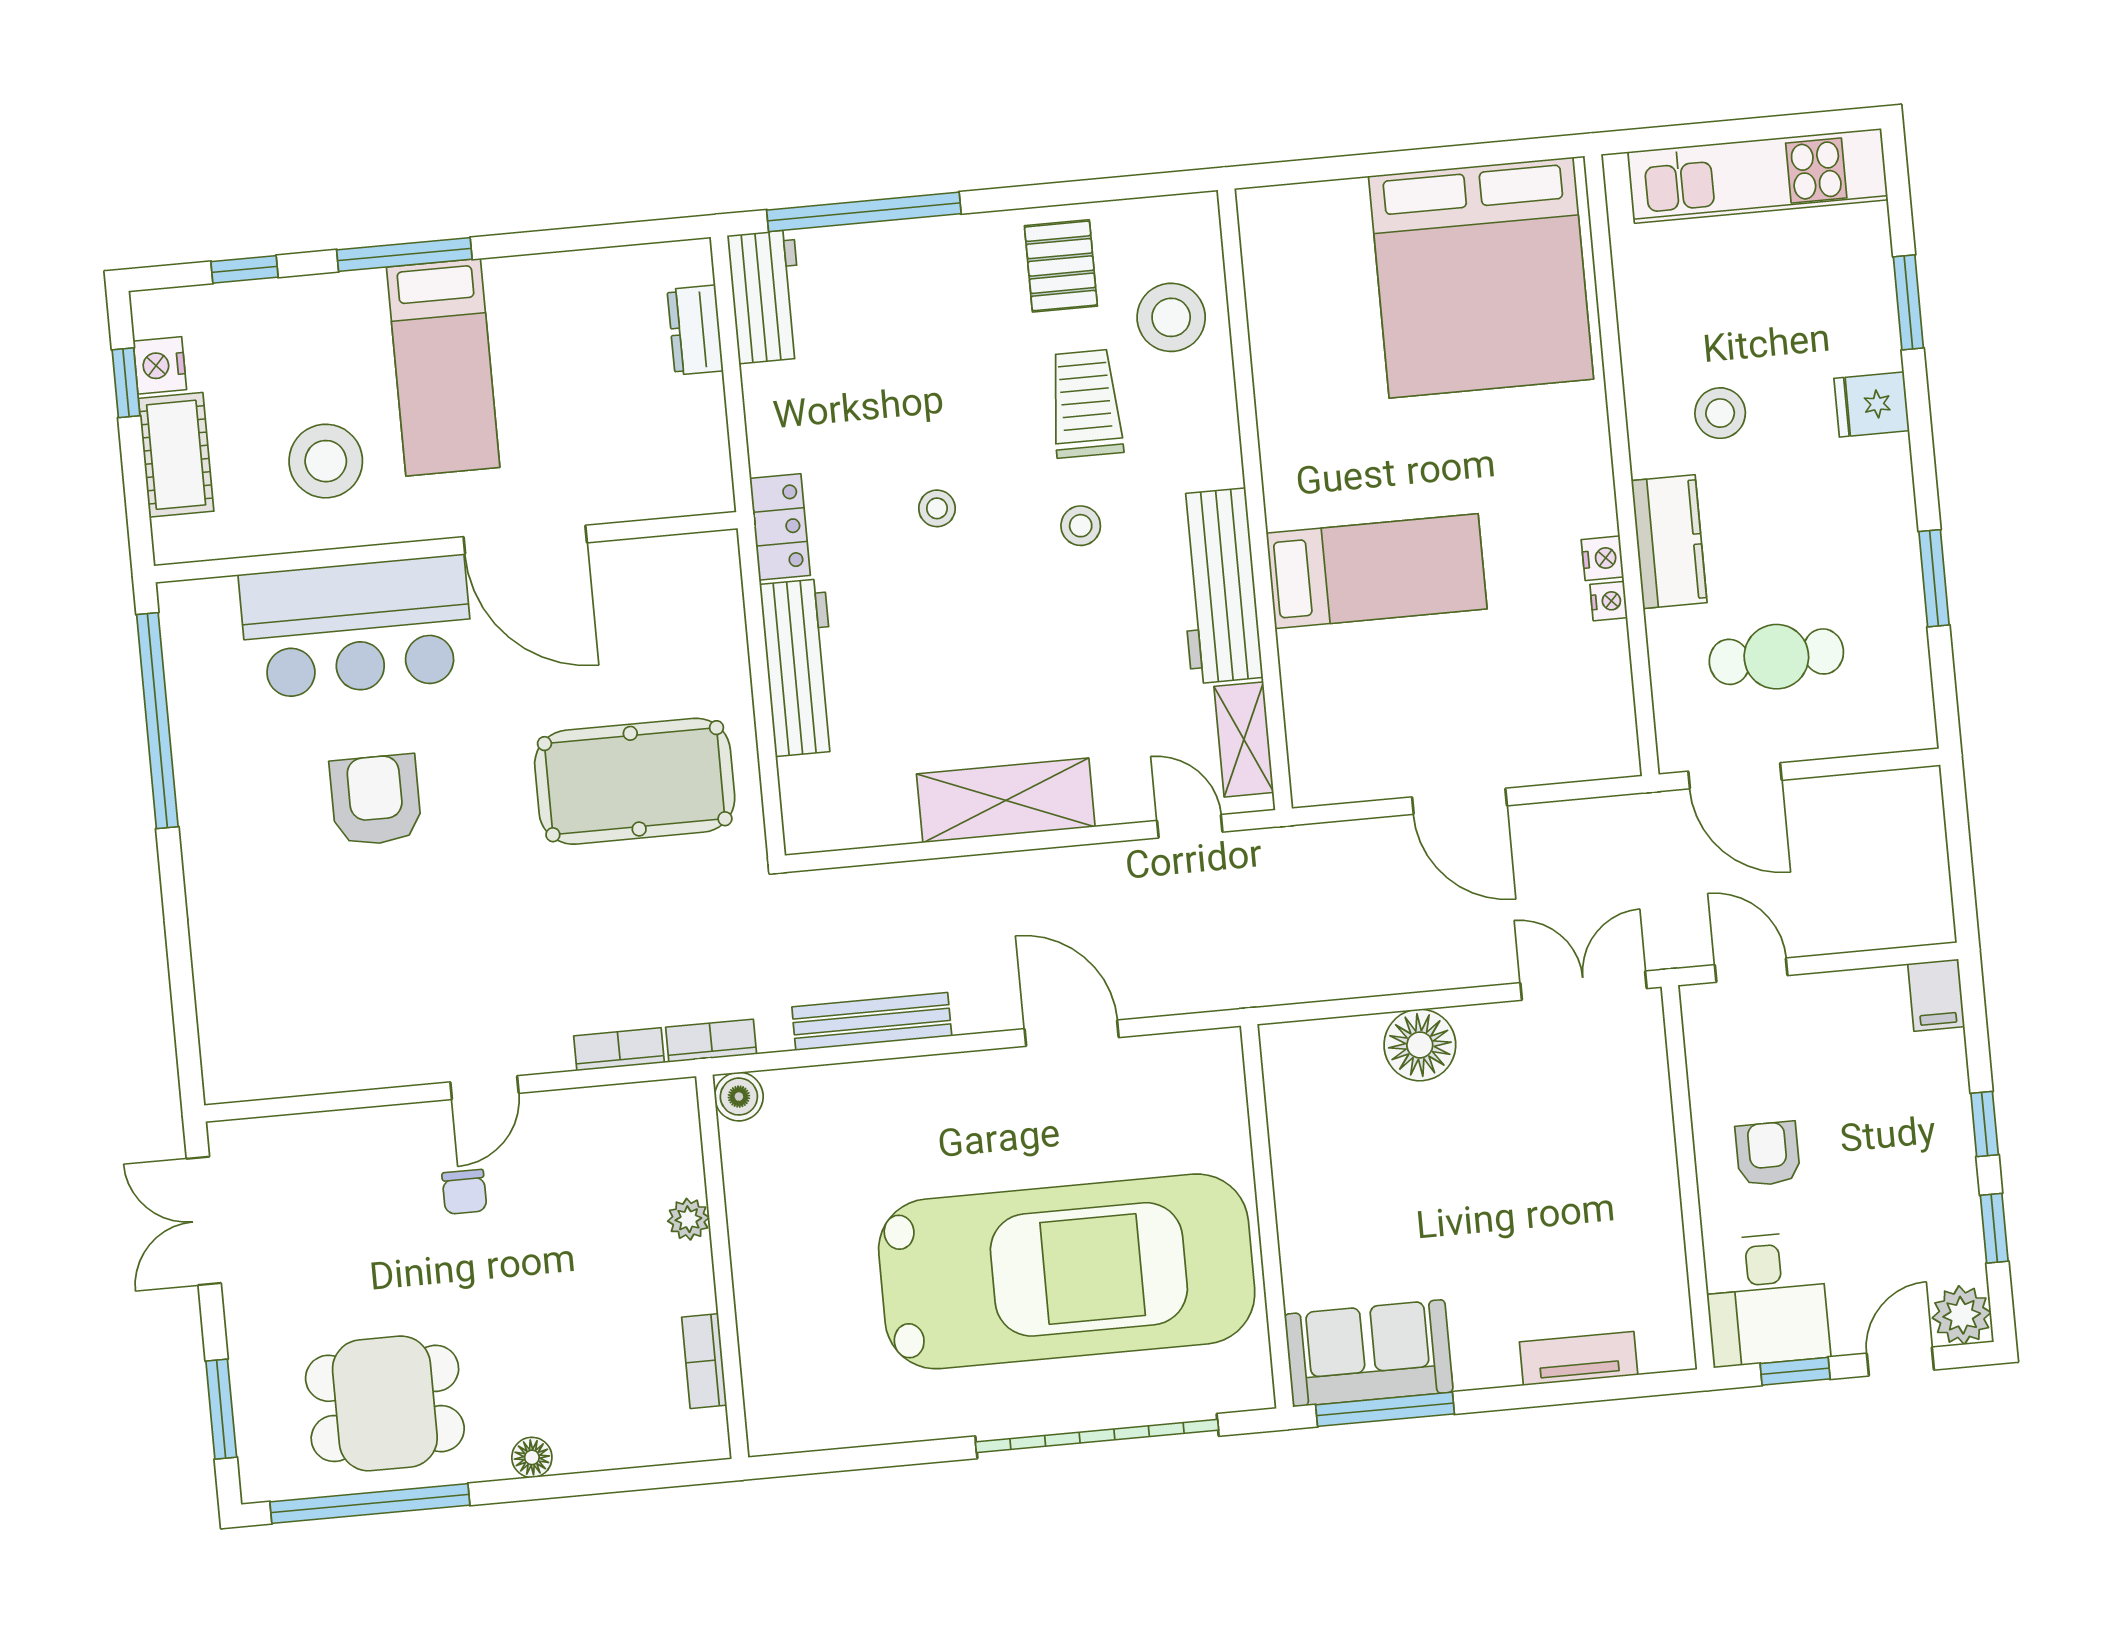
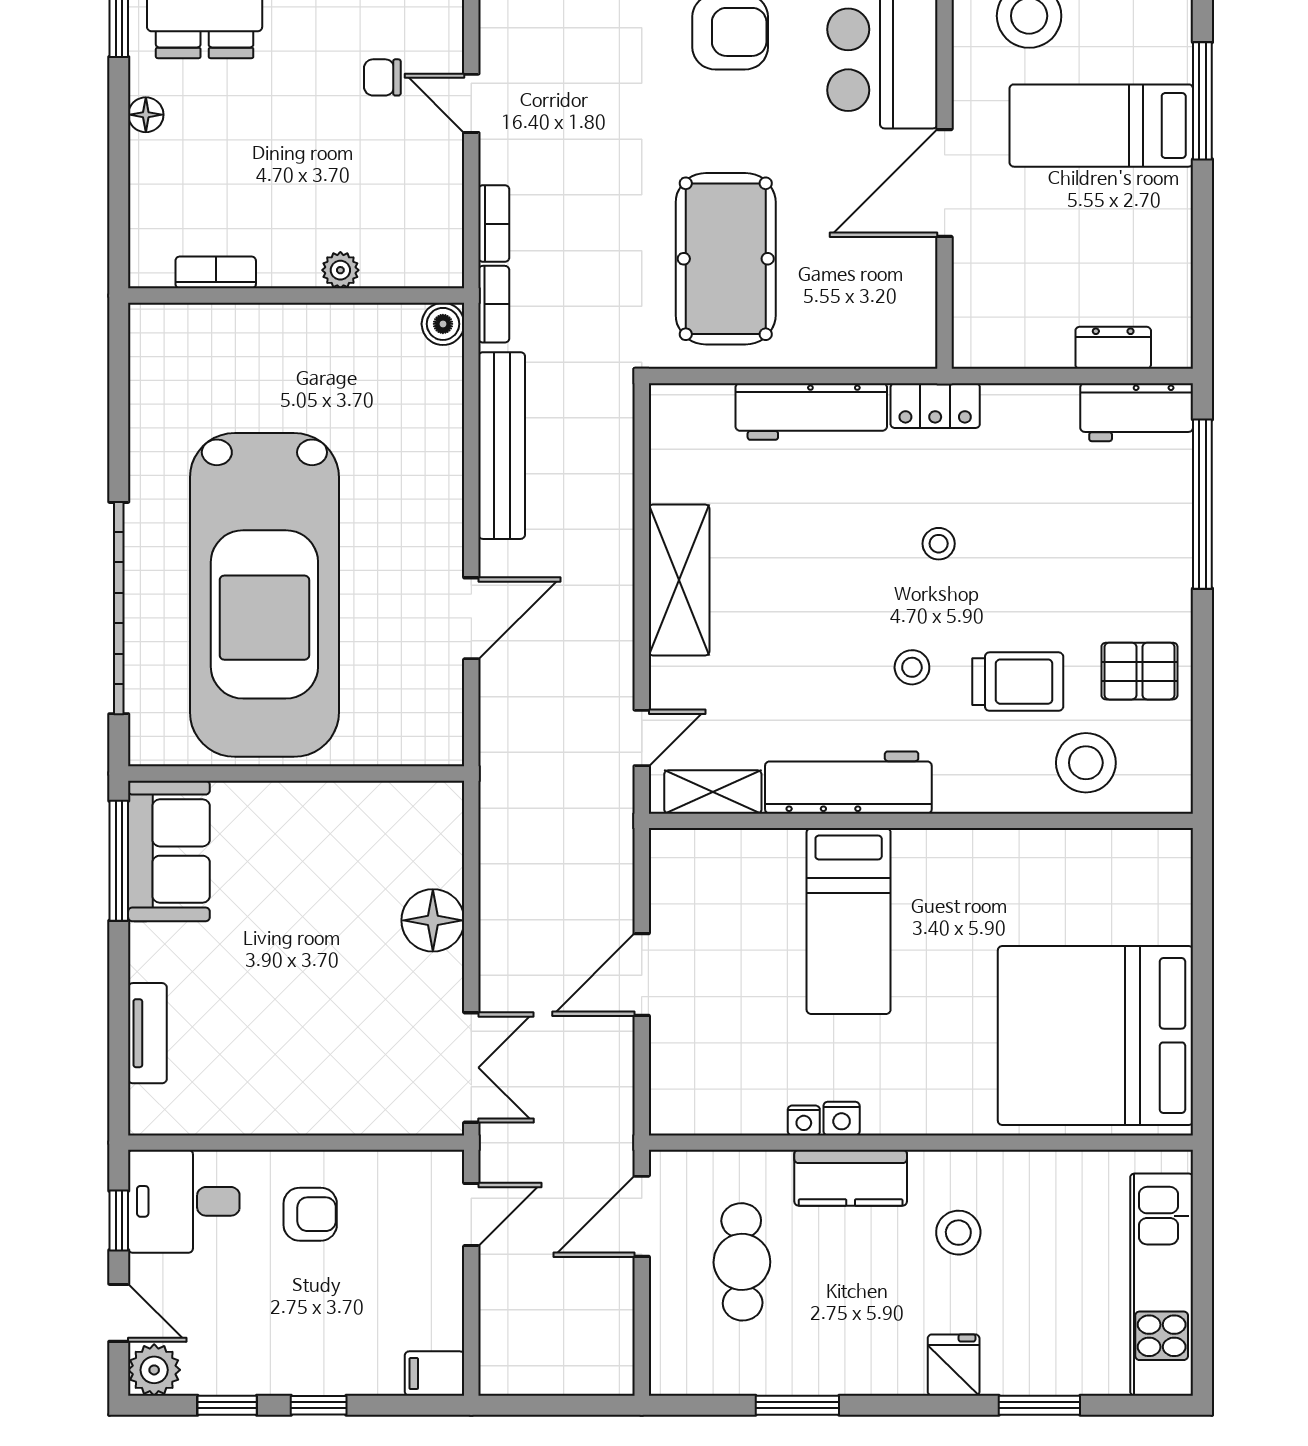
bench: (872, 1021) -> (502, 446), width x1.37, depth x1.21

